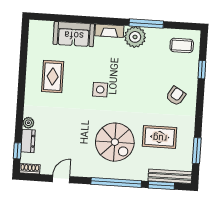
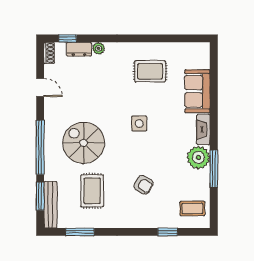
coffee table: (182, 45) -> (192, 208), turned 90
armchair: (176, 96) -> (143, 185), moved
spiral stairs: (115, 142) -> (84, 143), turned 90

